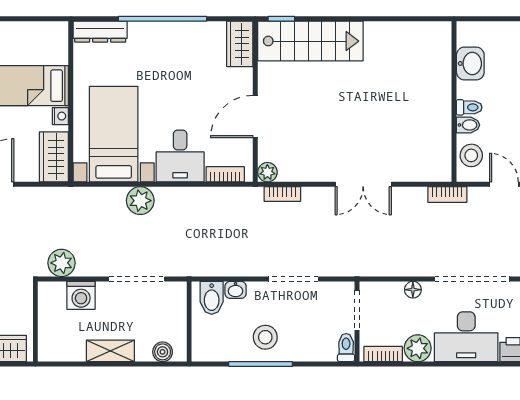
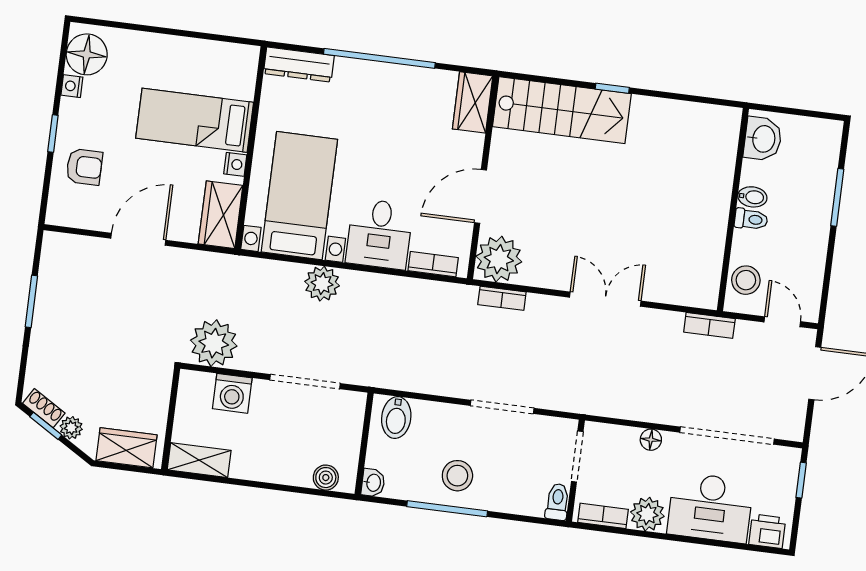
window: (281, 19) -> (612, 88), moved
washbasin: (470, 64) -> (763, 139), moved
bidet: (468, 125) -> (752, 197), moved
plant: (267, 172) -> (499, 259), width x1.87, depth x1.87
double door: (363, 184) -> (605, 299), swing flipped
plant: (62, 263) -> (214, 343), width x1.36, depth x1.36
washbasin: (236, 290) -> (373, 483), moved, turned -90
shelving: (110, 351) -> (199, 460), moved

